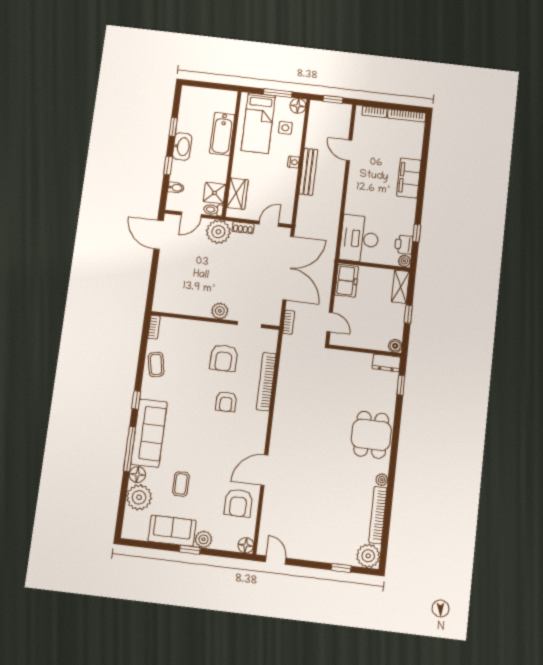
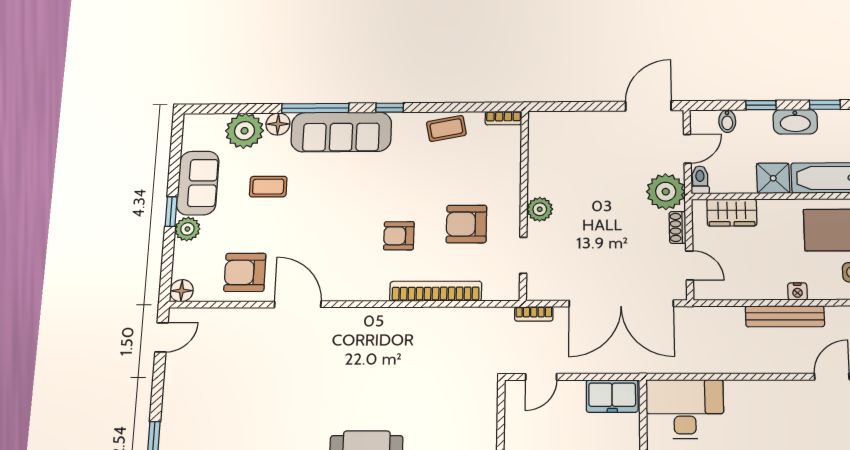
shower: (215, 193) -> (773, 178), moved
door: (191, 215) -> (687, 149), swing flipped

